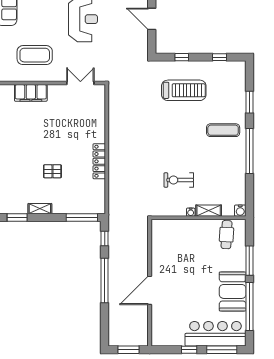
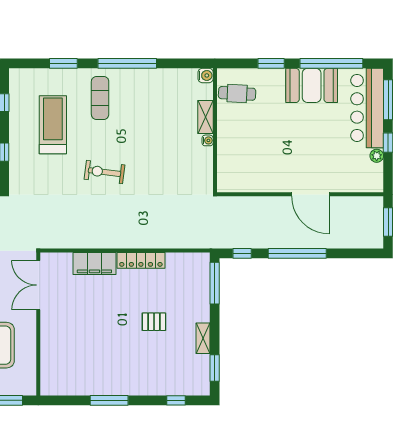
double door: (80, 83) -> (38, 285), width x1.37
treadmill: (184, 90) -> (53, 125), moved
filing cabinet: (31, 93) -> (94, 264), moved, turned 90
pallet: (52, 171) -> (154, 322), turned 90
exercise bike: (179, 180) -> (105, 172), moved, turned 97
window: (249, 261) -> (271, 63), width x0.69
plant: (179, 341) -> (377, 156), added

